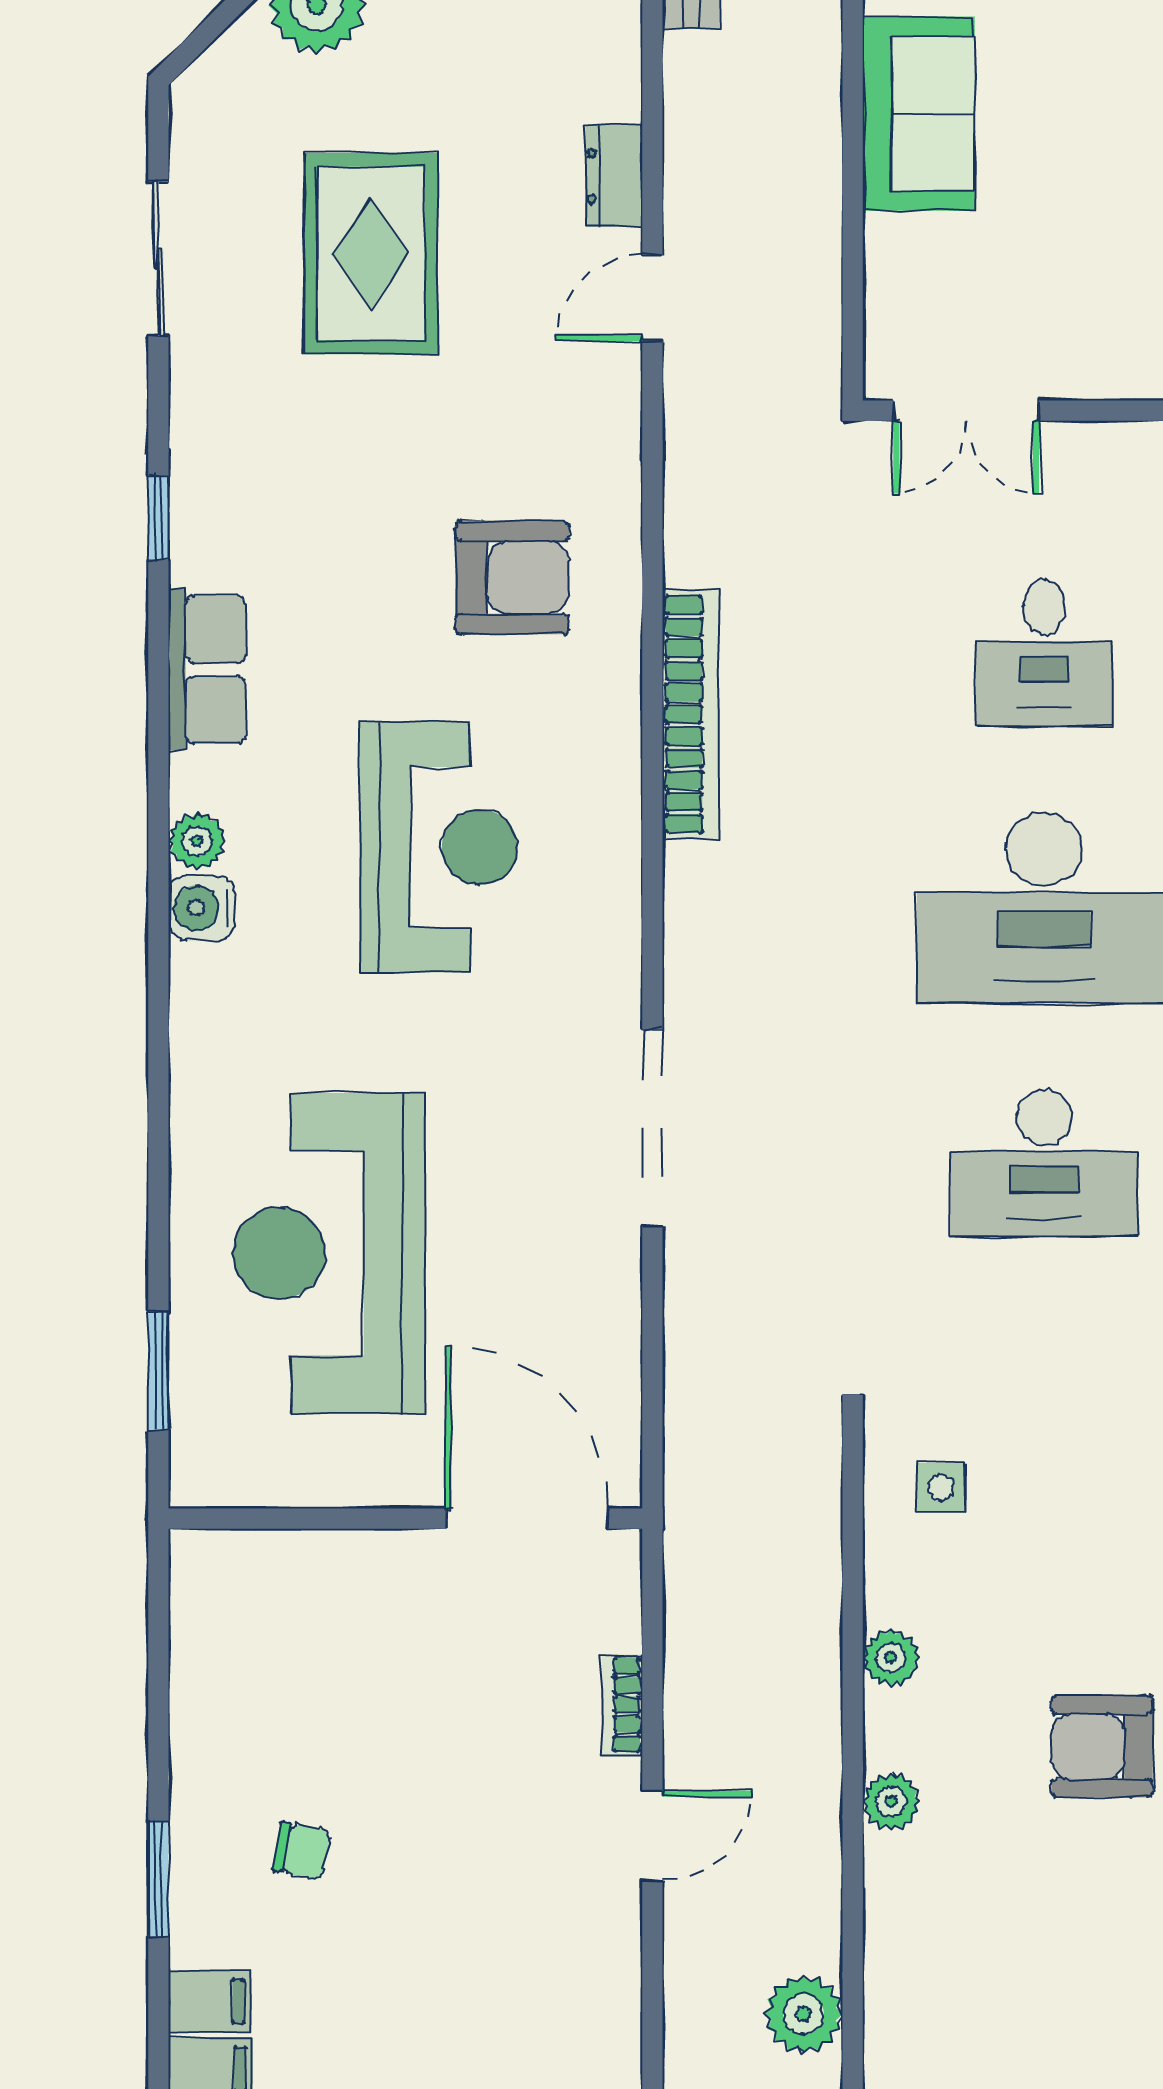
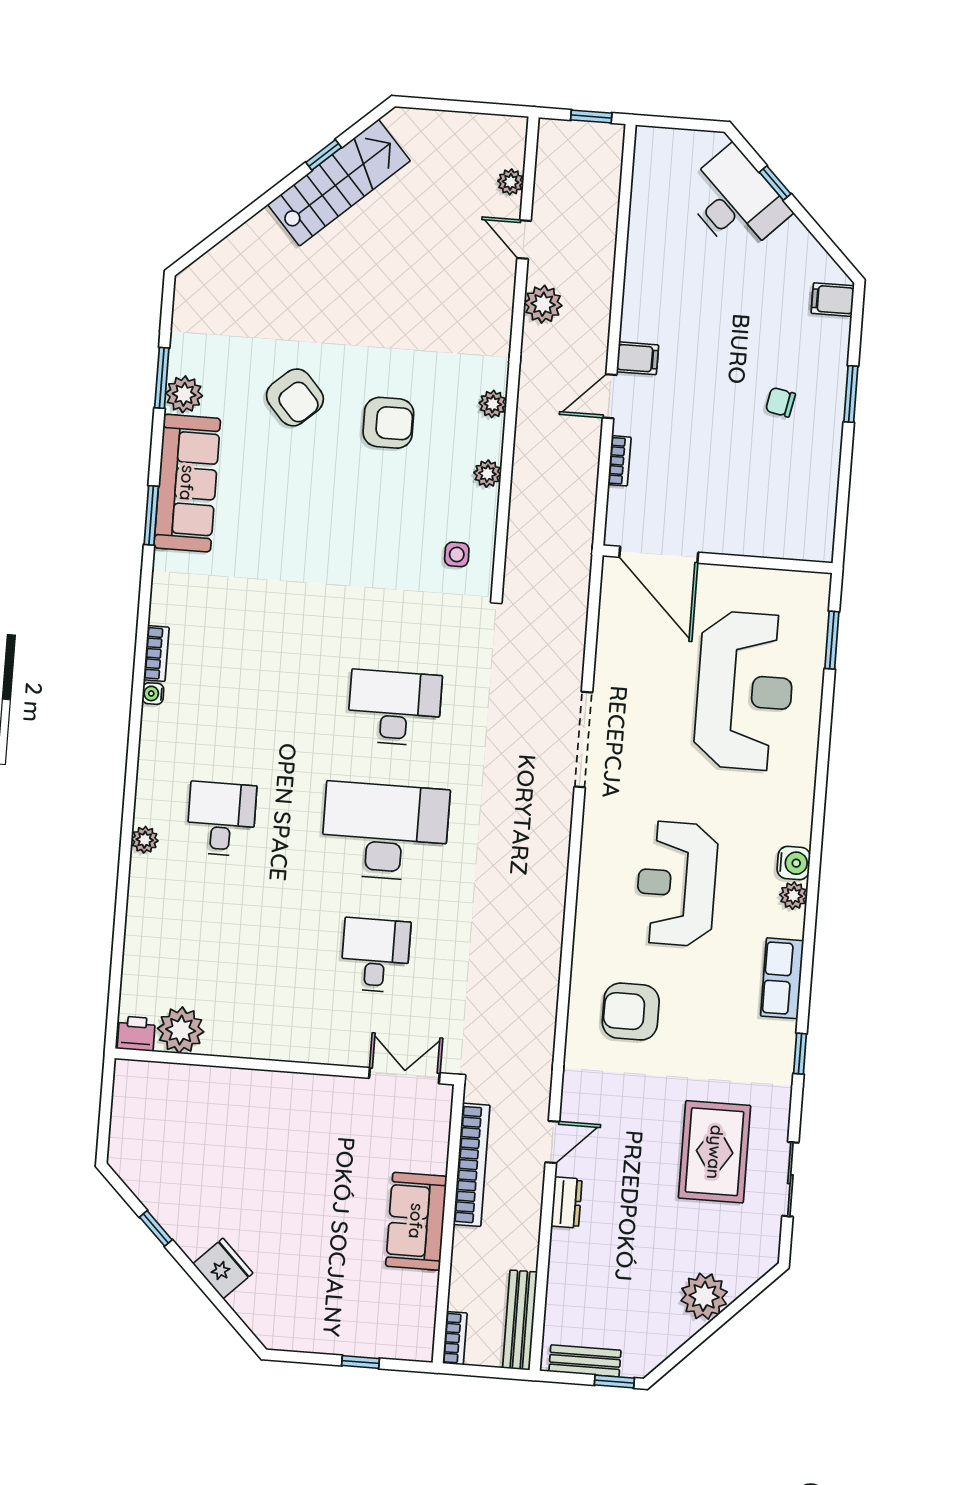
rug: (371, 253) -> (715, 1152), moved
bookcase: (691, 714) -> (472, 1165), moved, turned 180
filing cabinet: (209, 2001) -> (638, 358), moved, turned 180

